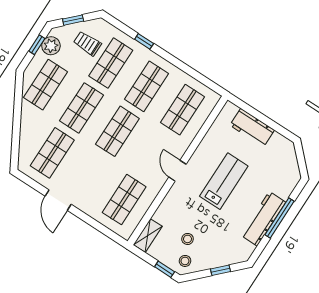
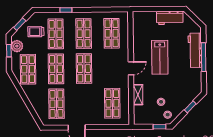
workbench: (252, 128) -> (170, 18), moved
door: (178, 171) -> (131, 68), swing flipped
lab bench: (224, 181) -> (160, 57), turned 180
workbench: (263, 219) -> (195, 50), moved
shelving: (148, 236) -> (138, 95), moved

